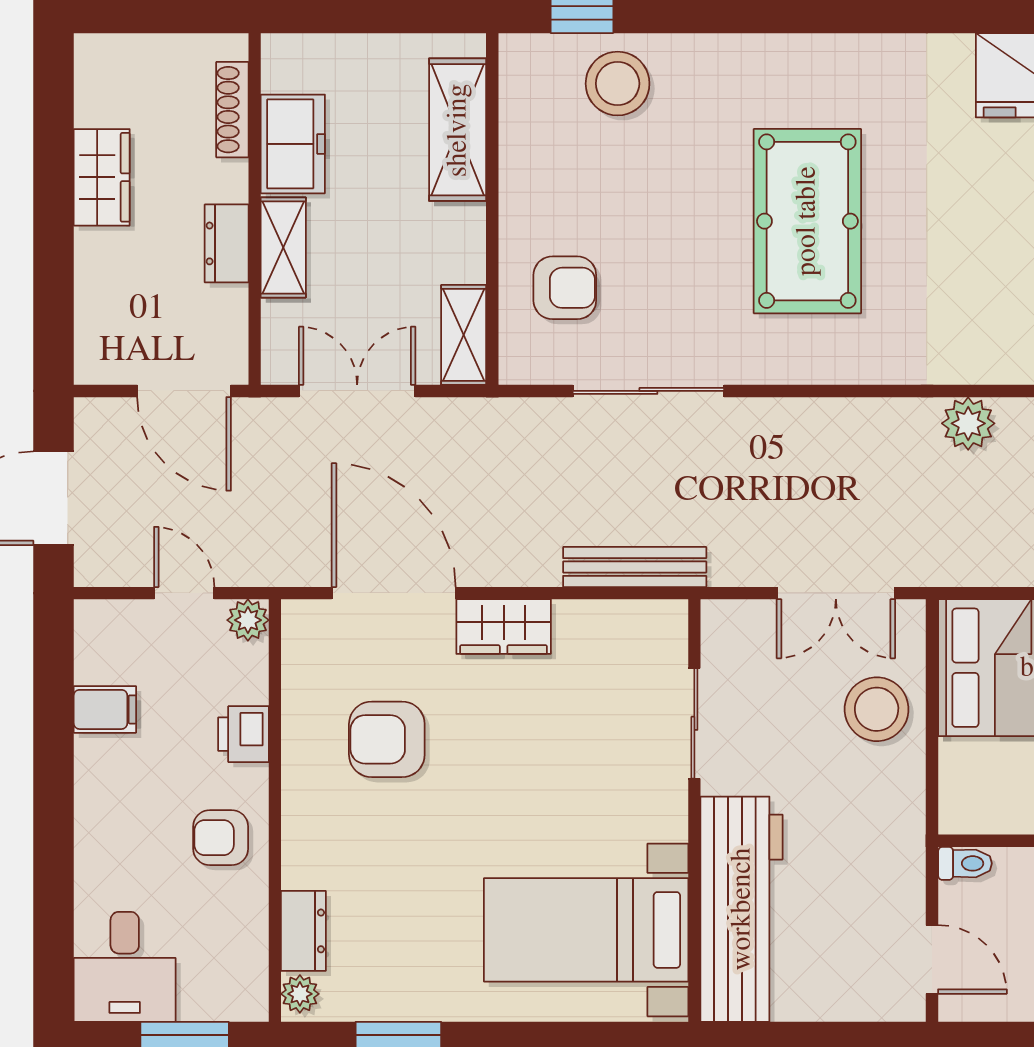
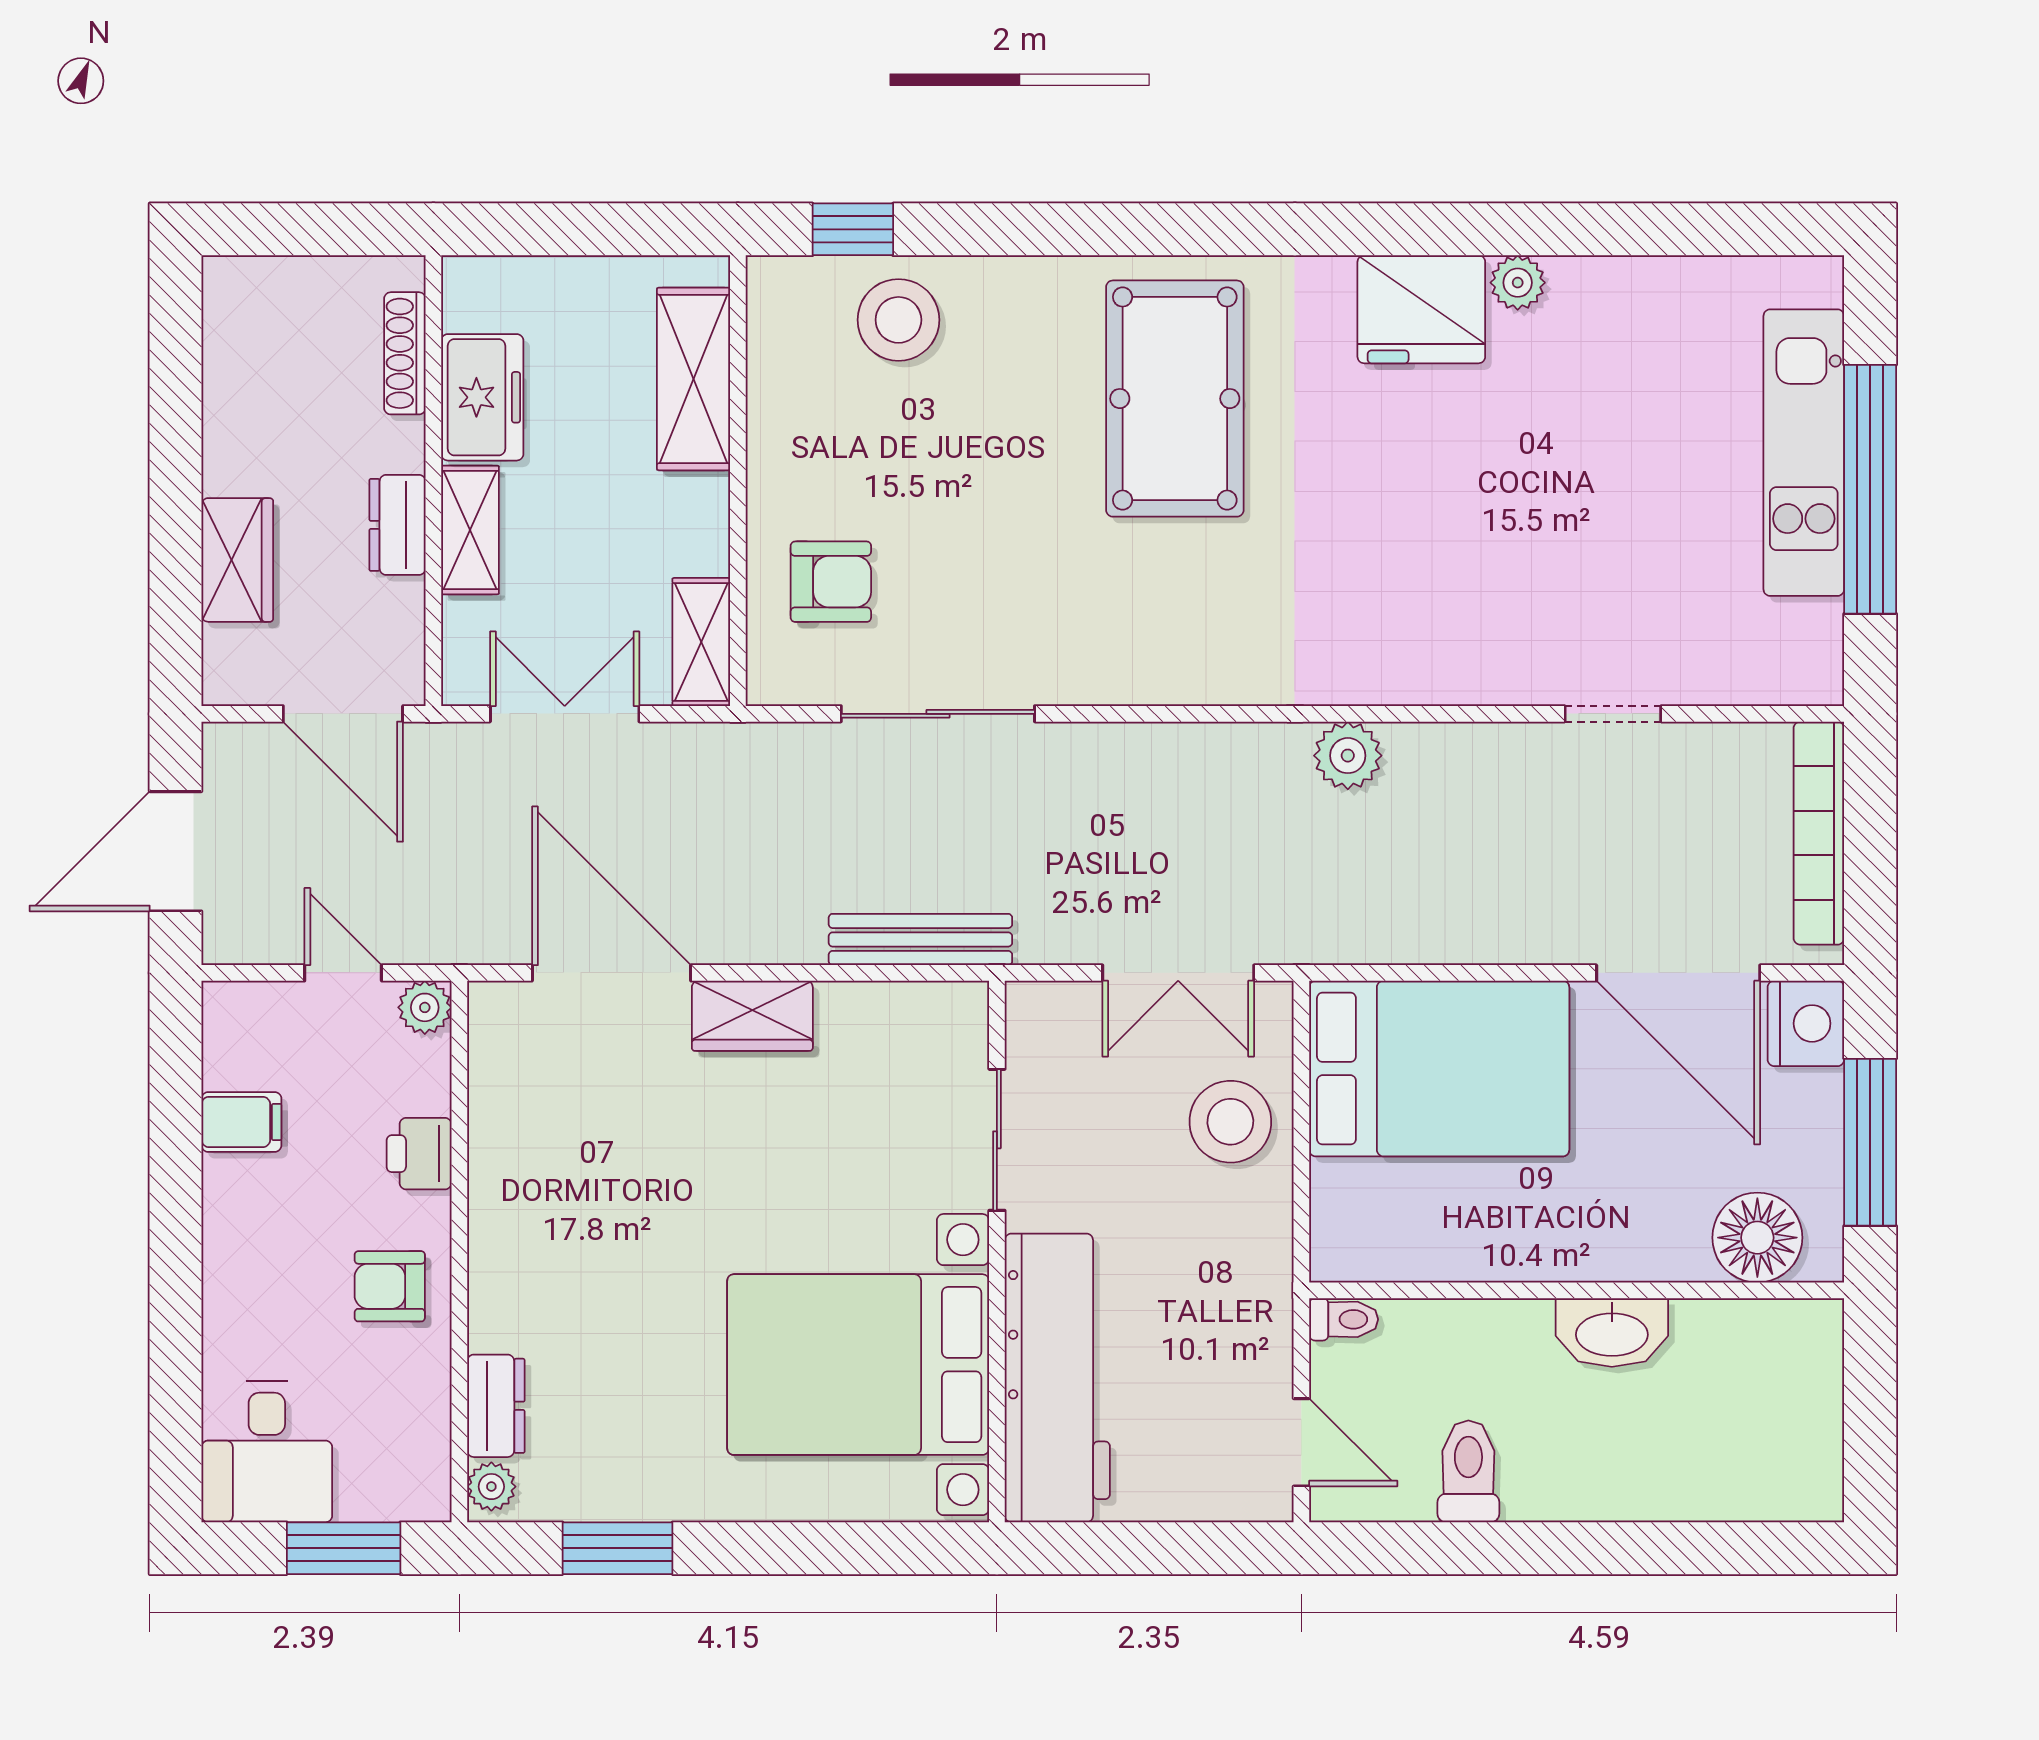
wardrobe: (102, 177) -> (237, 560), moved
pool table: (807, 221) -> (1175, 399), moved
armchair: (387, 739) -> (603, 1160), removed
bed with nightstands: (586, 930) -> (858, 1365), width x1.36

